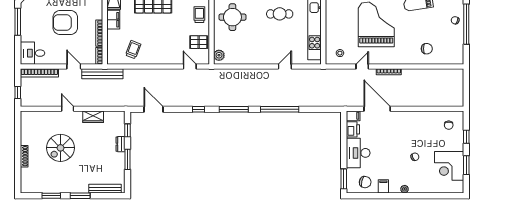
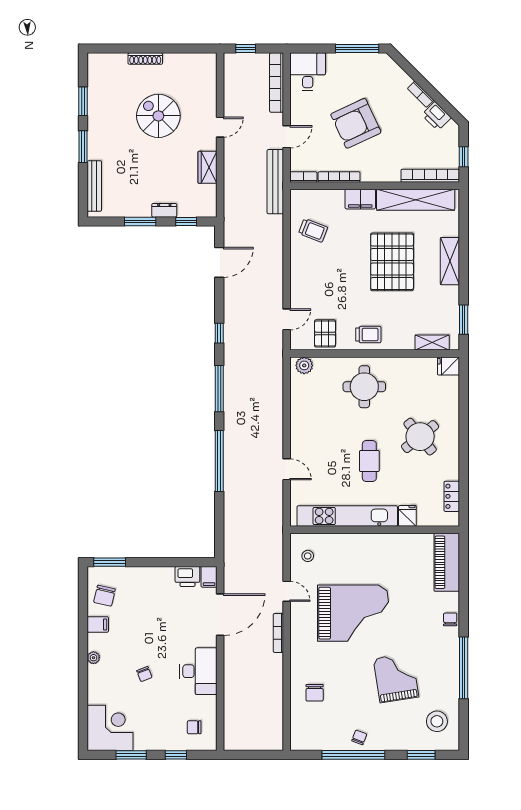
armchair: (65, 23) -> (356, 123), turned -115
desk: (358, 153) -> (198, 671), moved, turned 90
corner desk: (449, 166) -> (110, 728), moved, turned 90

